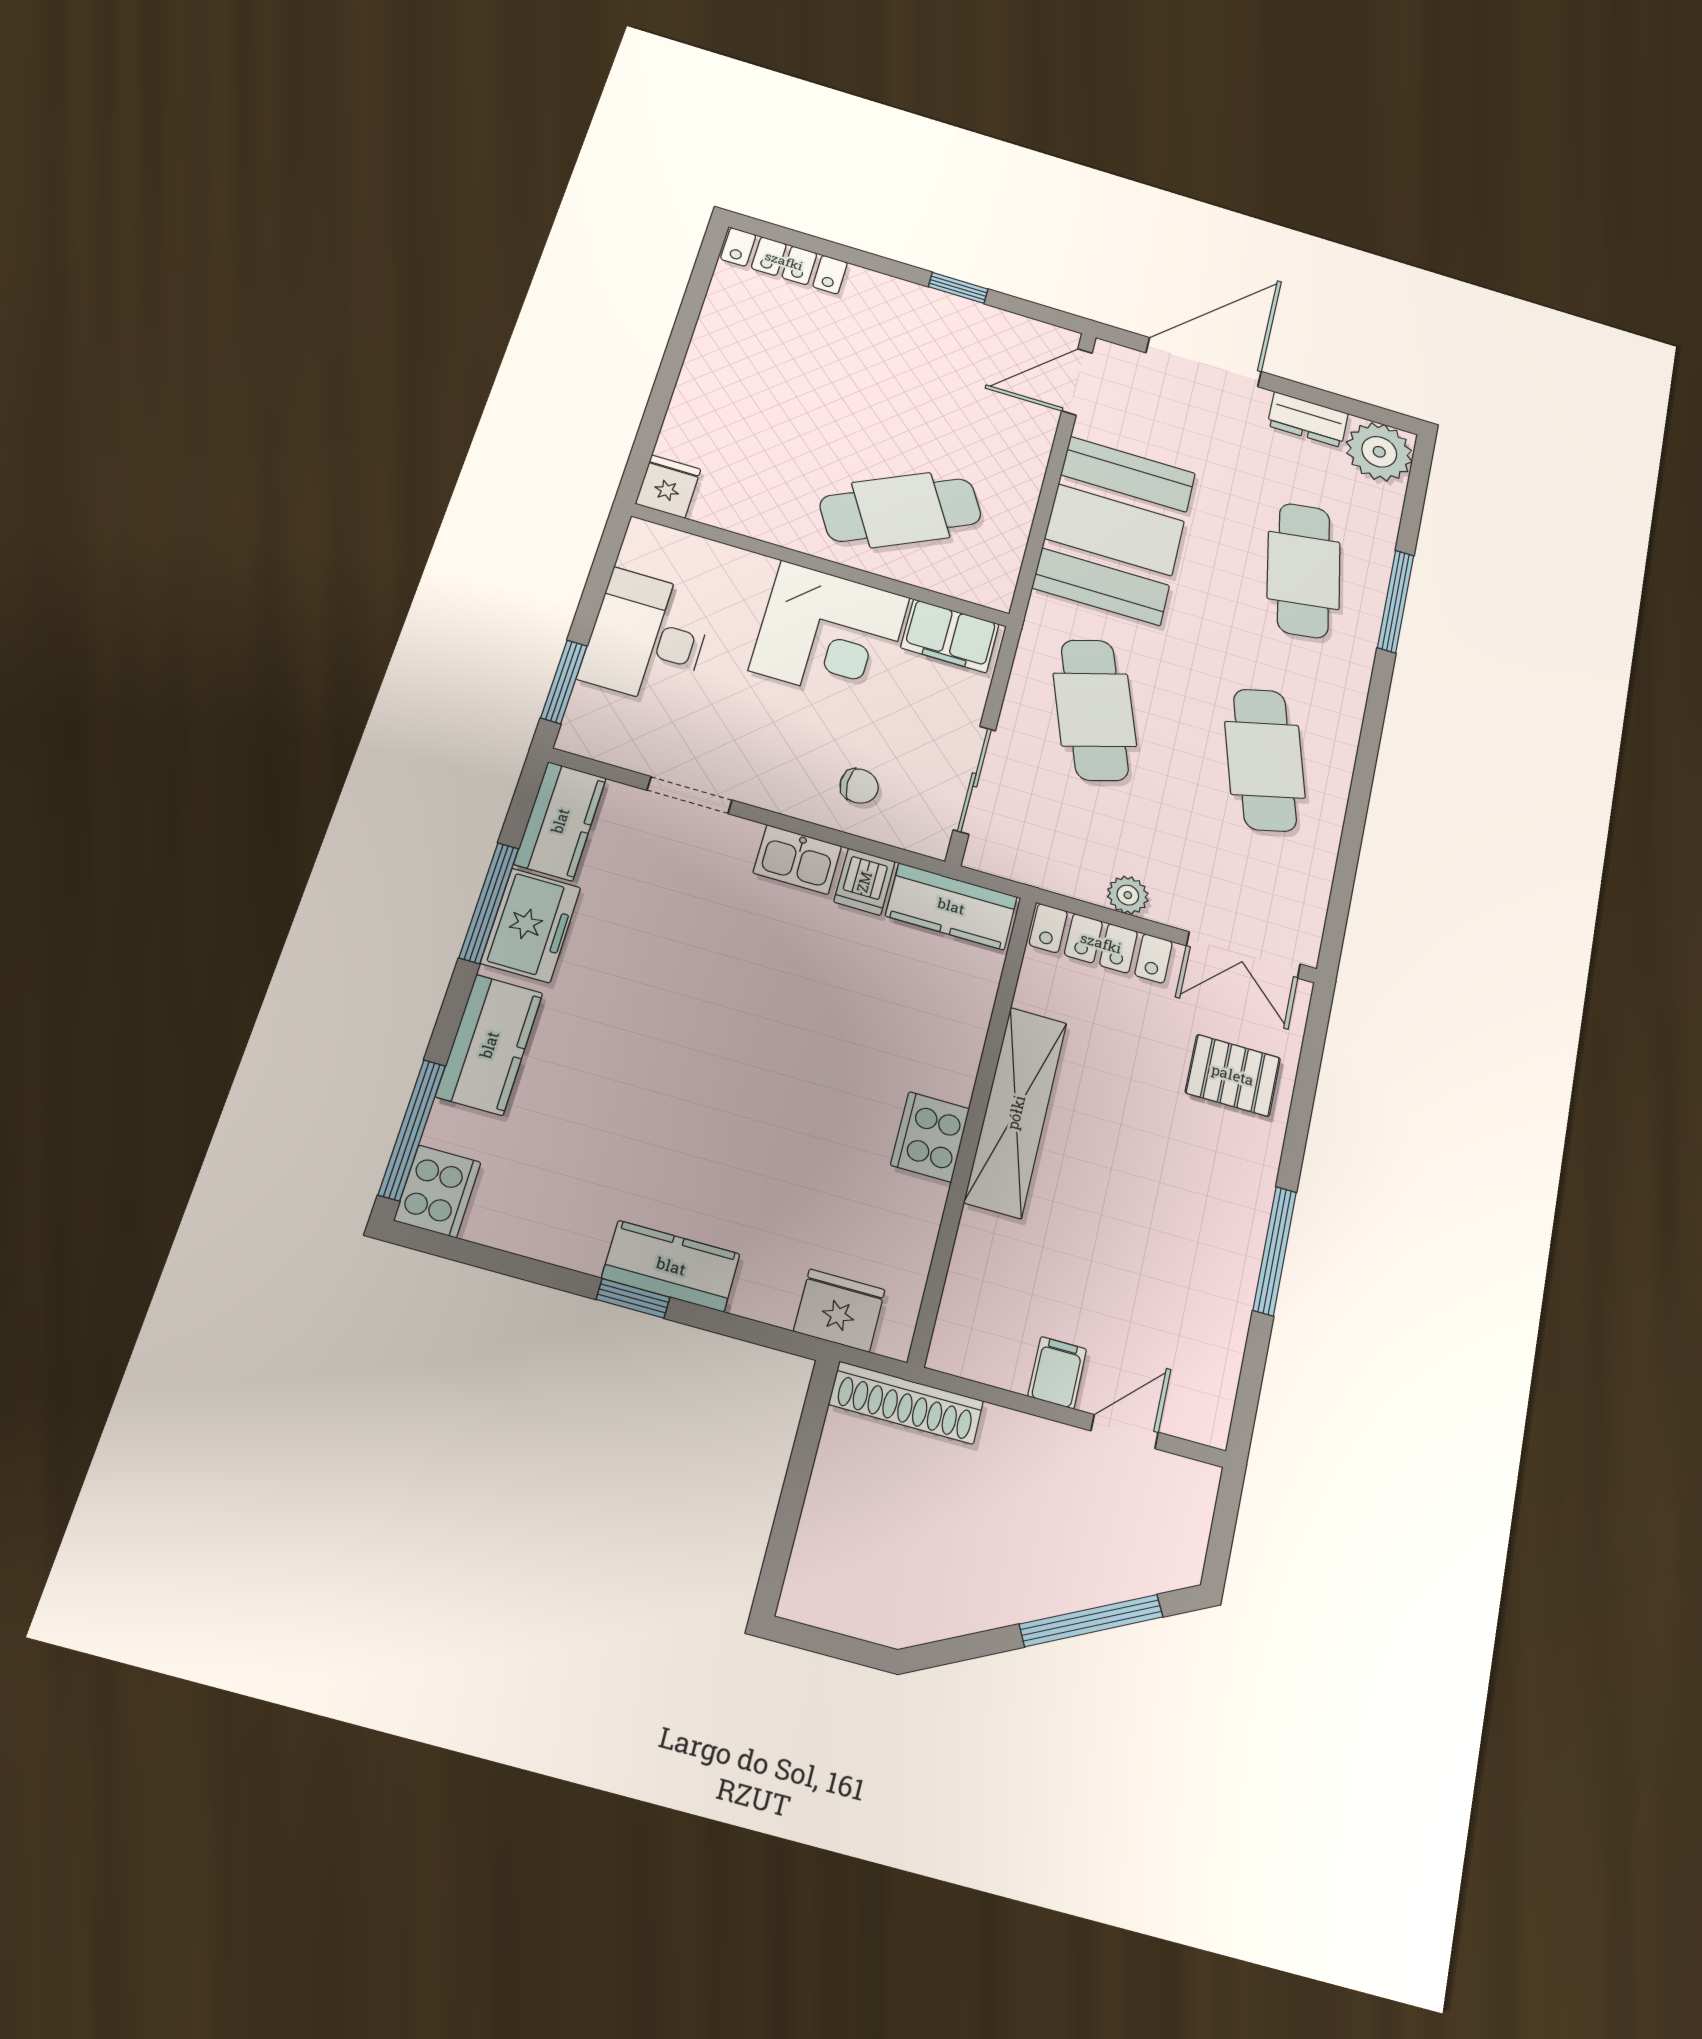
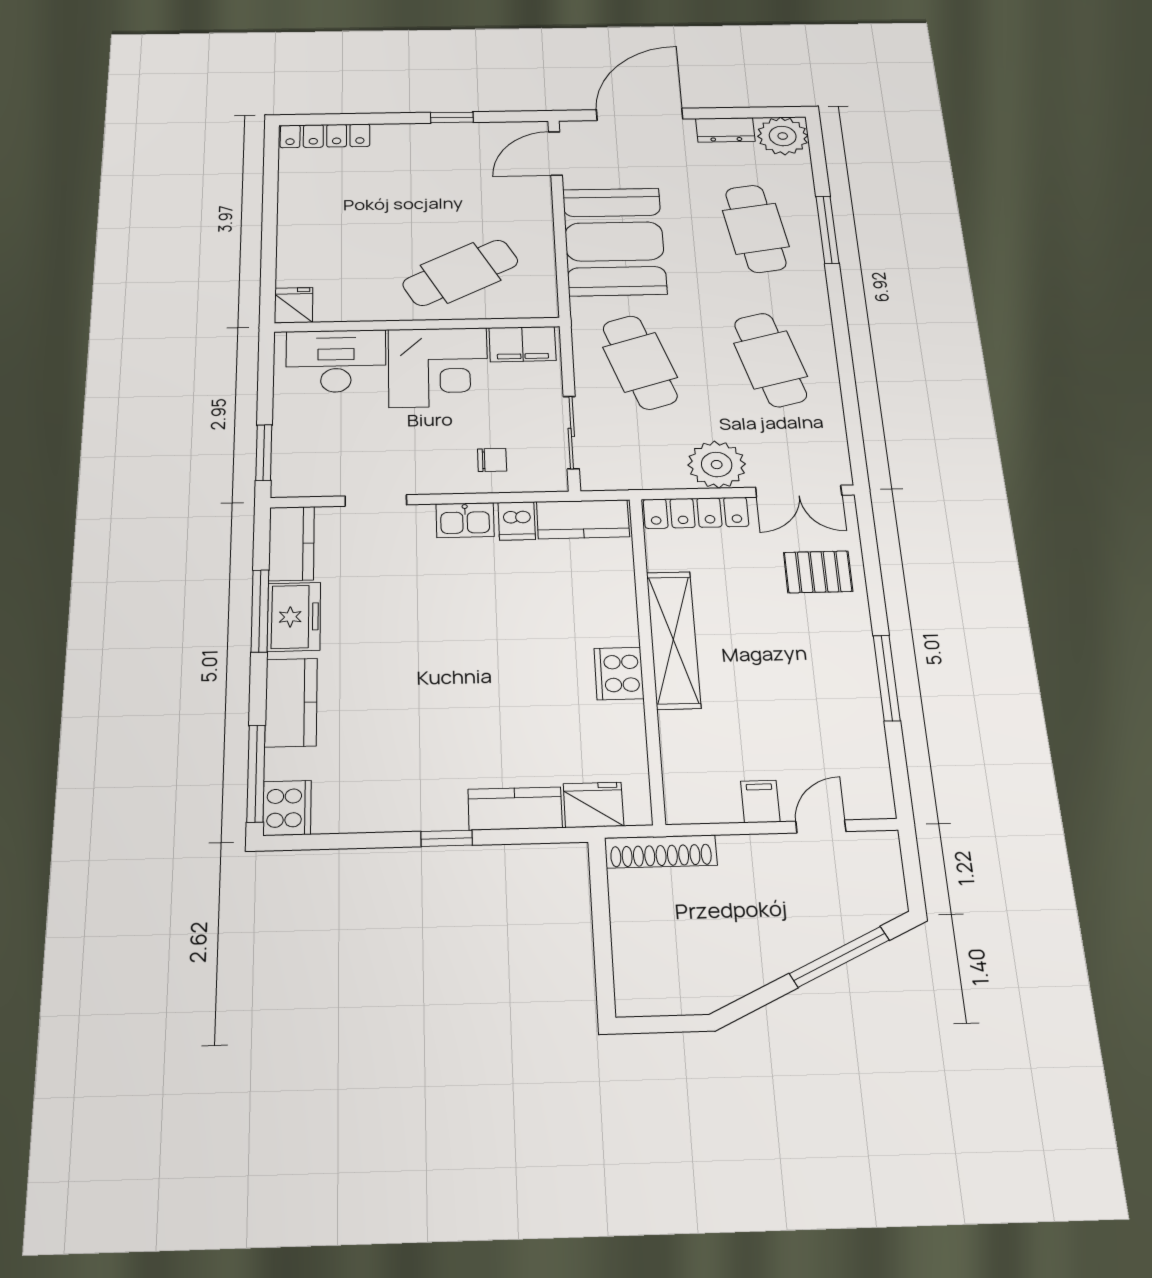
desk: (647, 638) -> (336, 361), moved, turned 90
plant: (1128, 895) -> (717, 465), width x1.88, depth x1.88
kitchen counter: (671, 1266) -> (515, 808), moved

